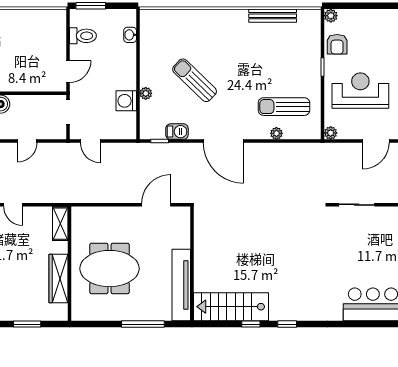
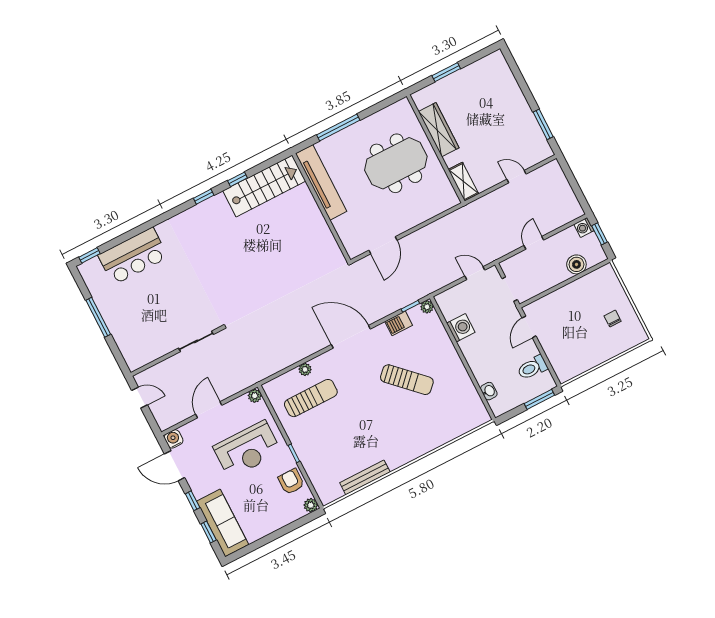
plant: (146, 93) -> (427, 307), moved

